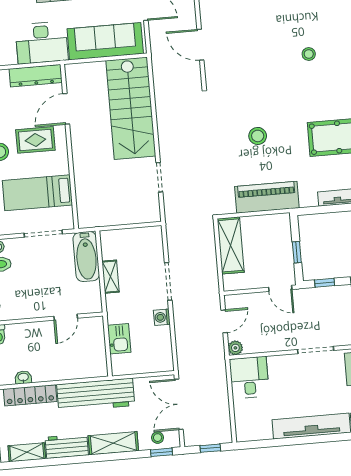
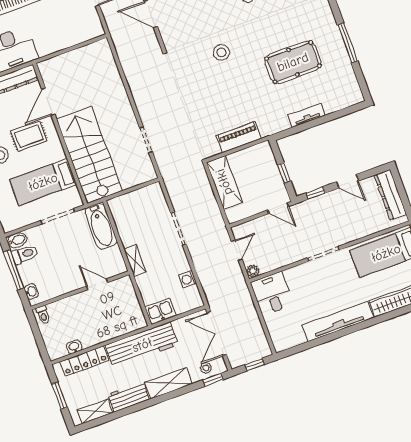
sofa: (105, 41) -> (67, 33), removed
stairs: (131, 108) -> (89, 155), moved, turned 180
stool: (258, 136) -> (221, 52), moved
piano: (267, 197) -> (239, 137), width x0.73, depth x0.75
shelving: (111, 277) -> (135, 261), moved
door: (66, 317) -> (97, 284), swing flipped
washing machine: (162, 317) -> (188, 279), moved
kitchen sink: (119, 339) -> (160, 311), moved, turned -90

